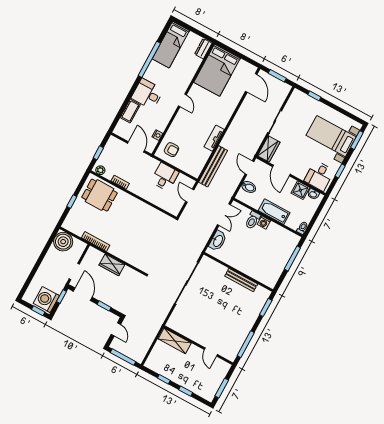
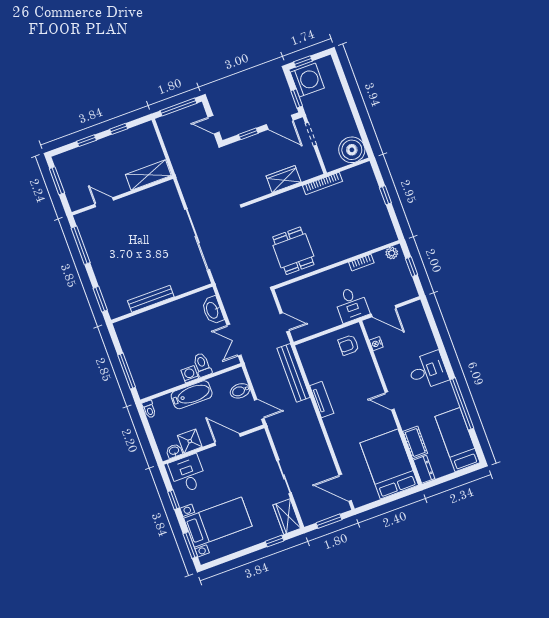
cot: (130, 111) -> (415, 442), moved
wardrobe: (269, 149) -> (287, 517), moved
desk: (165, 177) -> (351, 304), moved
dining table: (100, 195) -> (293, 251), moved, turned 90

